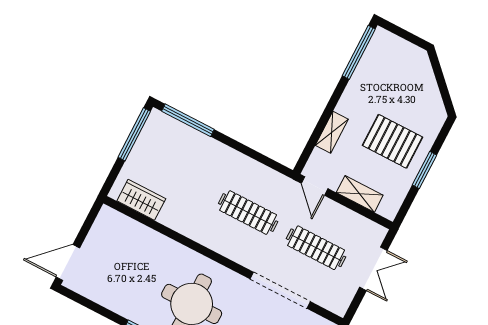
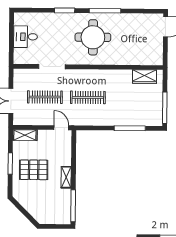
window: (188, 120) -> (130, 128), moved
shelving: (332, 132) -> (66, 177), moved
shelving: (360, 194) -> (25, 135), moved
doorway: (280, 290) -> (52, 67), width x0.73

